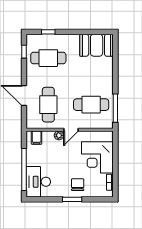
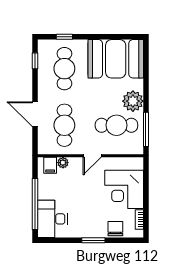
booth: (97, 45) -> (116, 59), width x1.36, depth x1.42
cafe table: (48, 58) -> (64, 69), turned 90
plant: (105, 85) -> (133, 101), added
plant: (59, 135) -> (63, 163), moved
chair: (78, 185) -> (115, 229), moved

